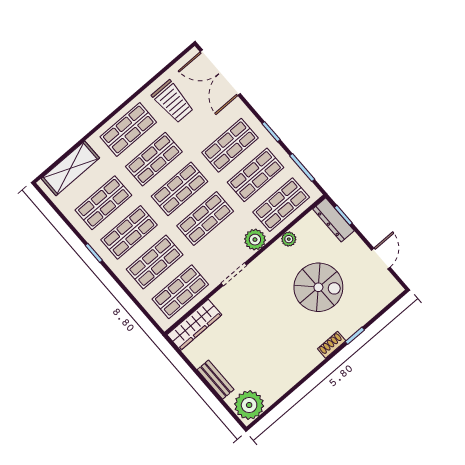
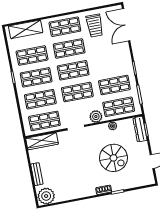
shop shelf: (230, 145) -> (110, 63), removed

